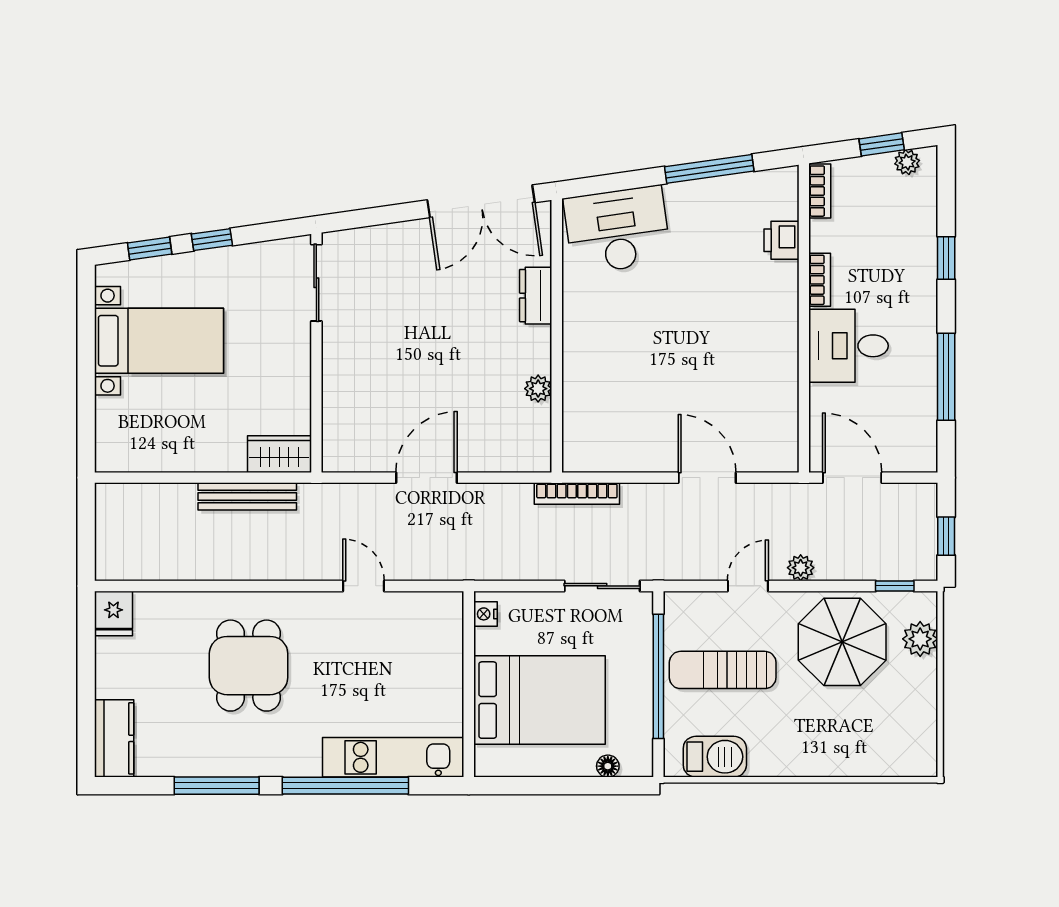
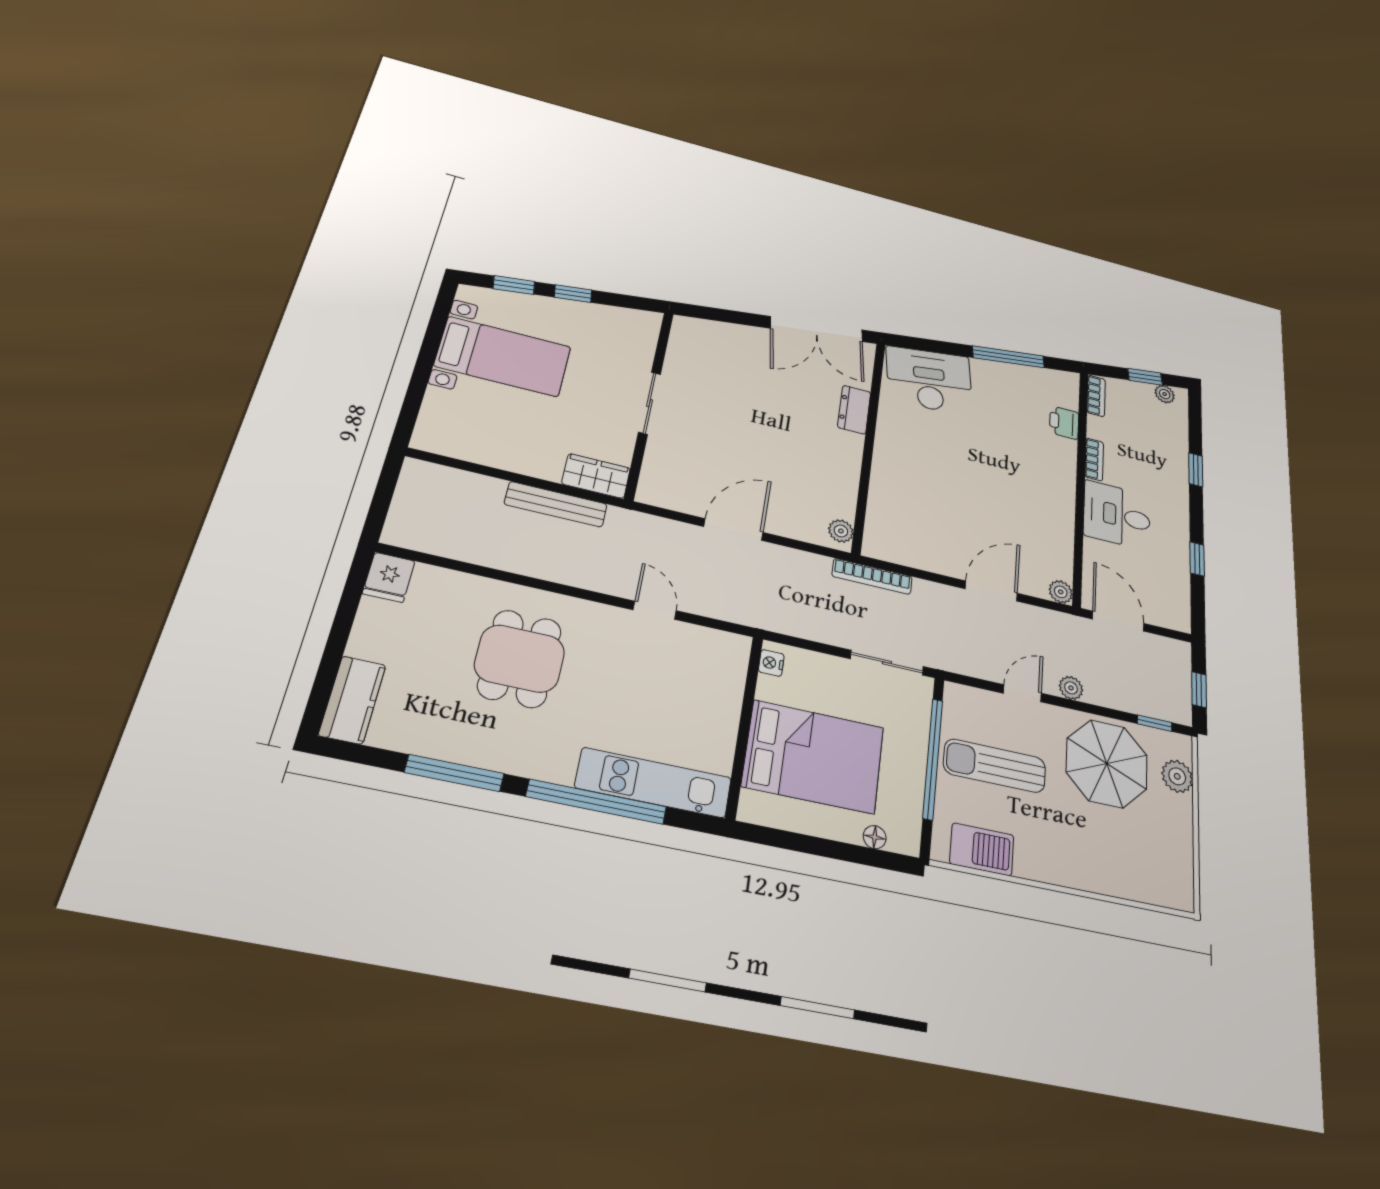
sliding door: (316, 283) -> (650, 403), moved
window: (946, 377) -> (1197, 559), width x0.46
plant: (538, 389) -> (841, 531), moved
plant: (785, 459) -> (1061, 592), added
door: (707, 478) -> (991, 591), hinge flipped

